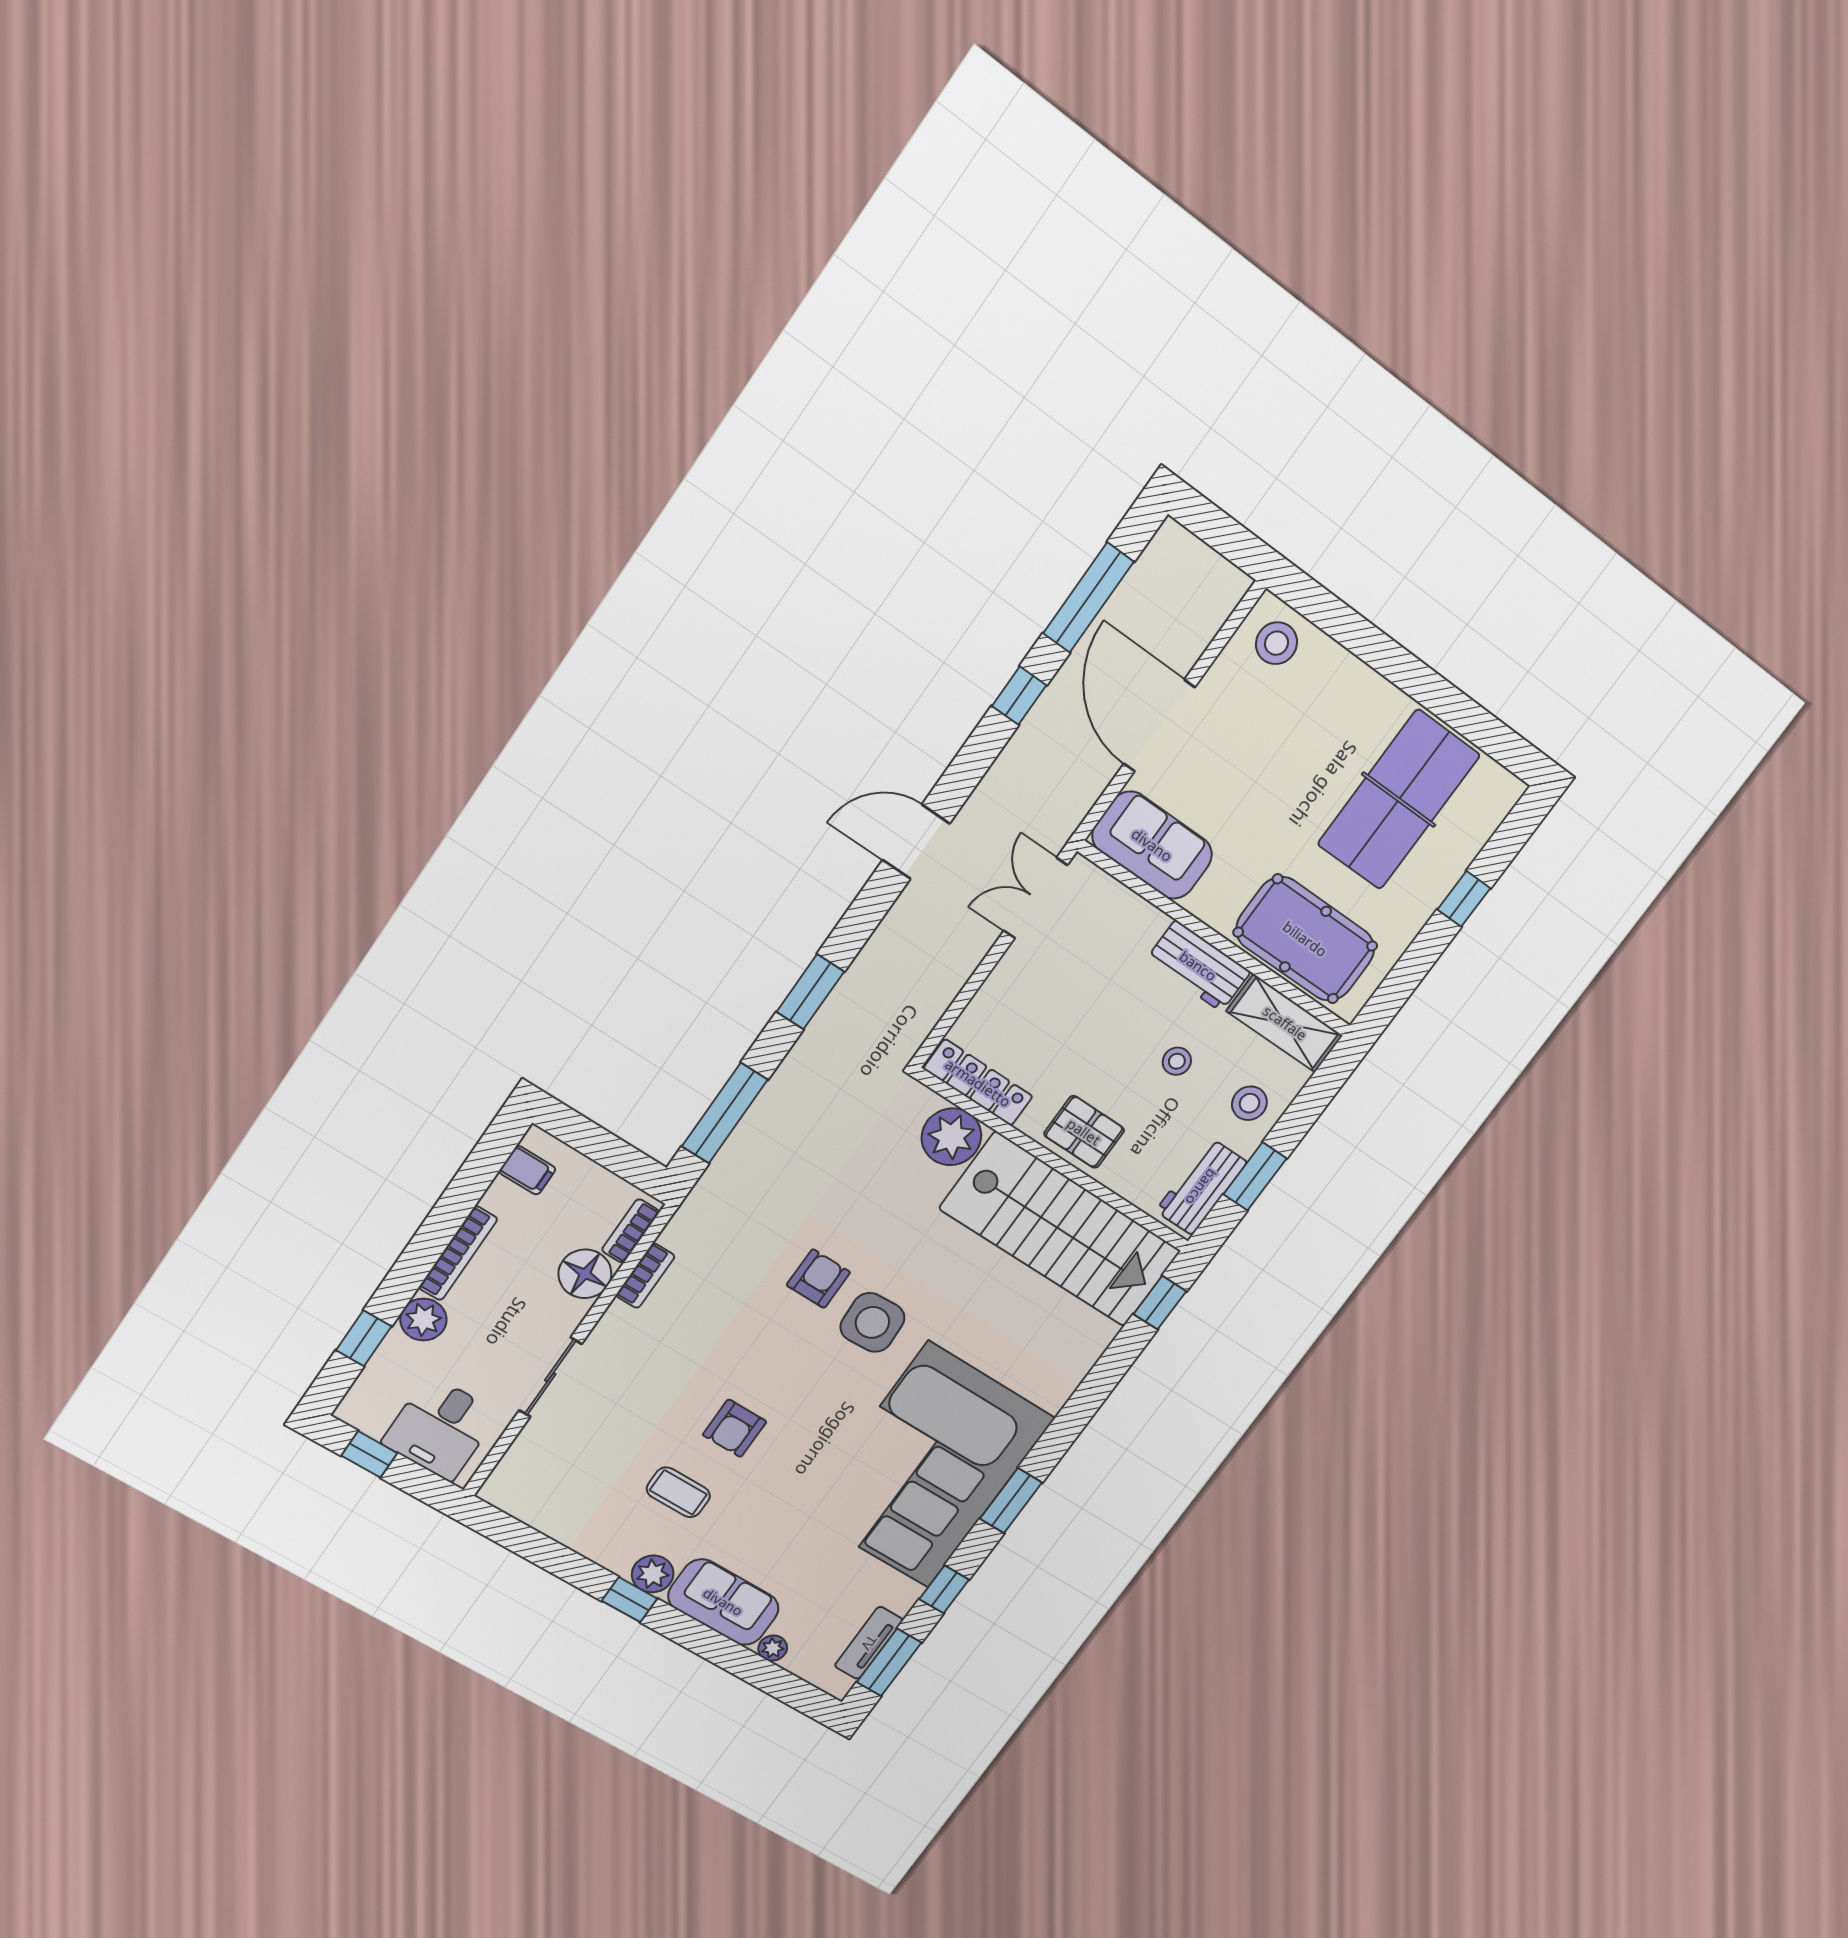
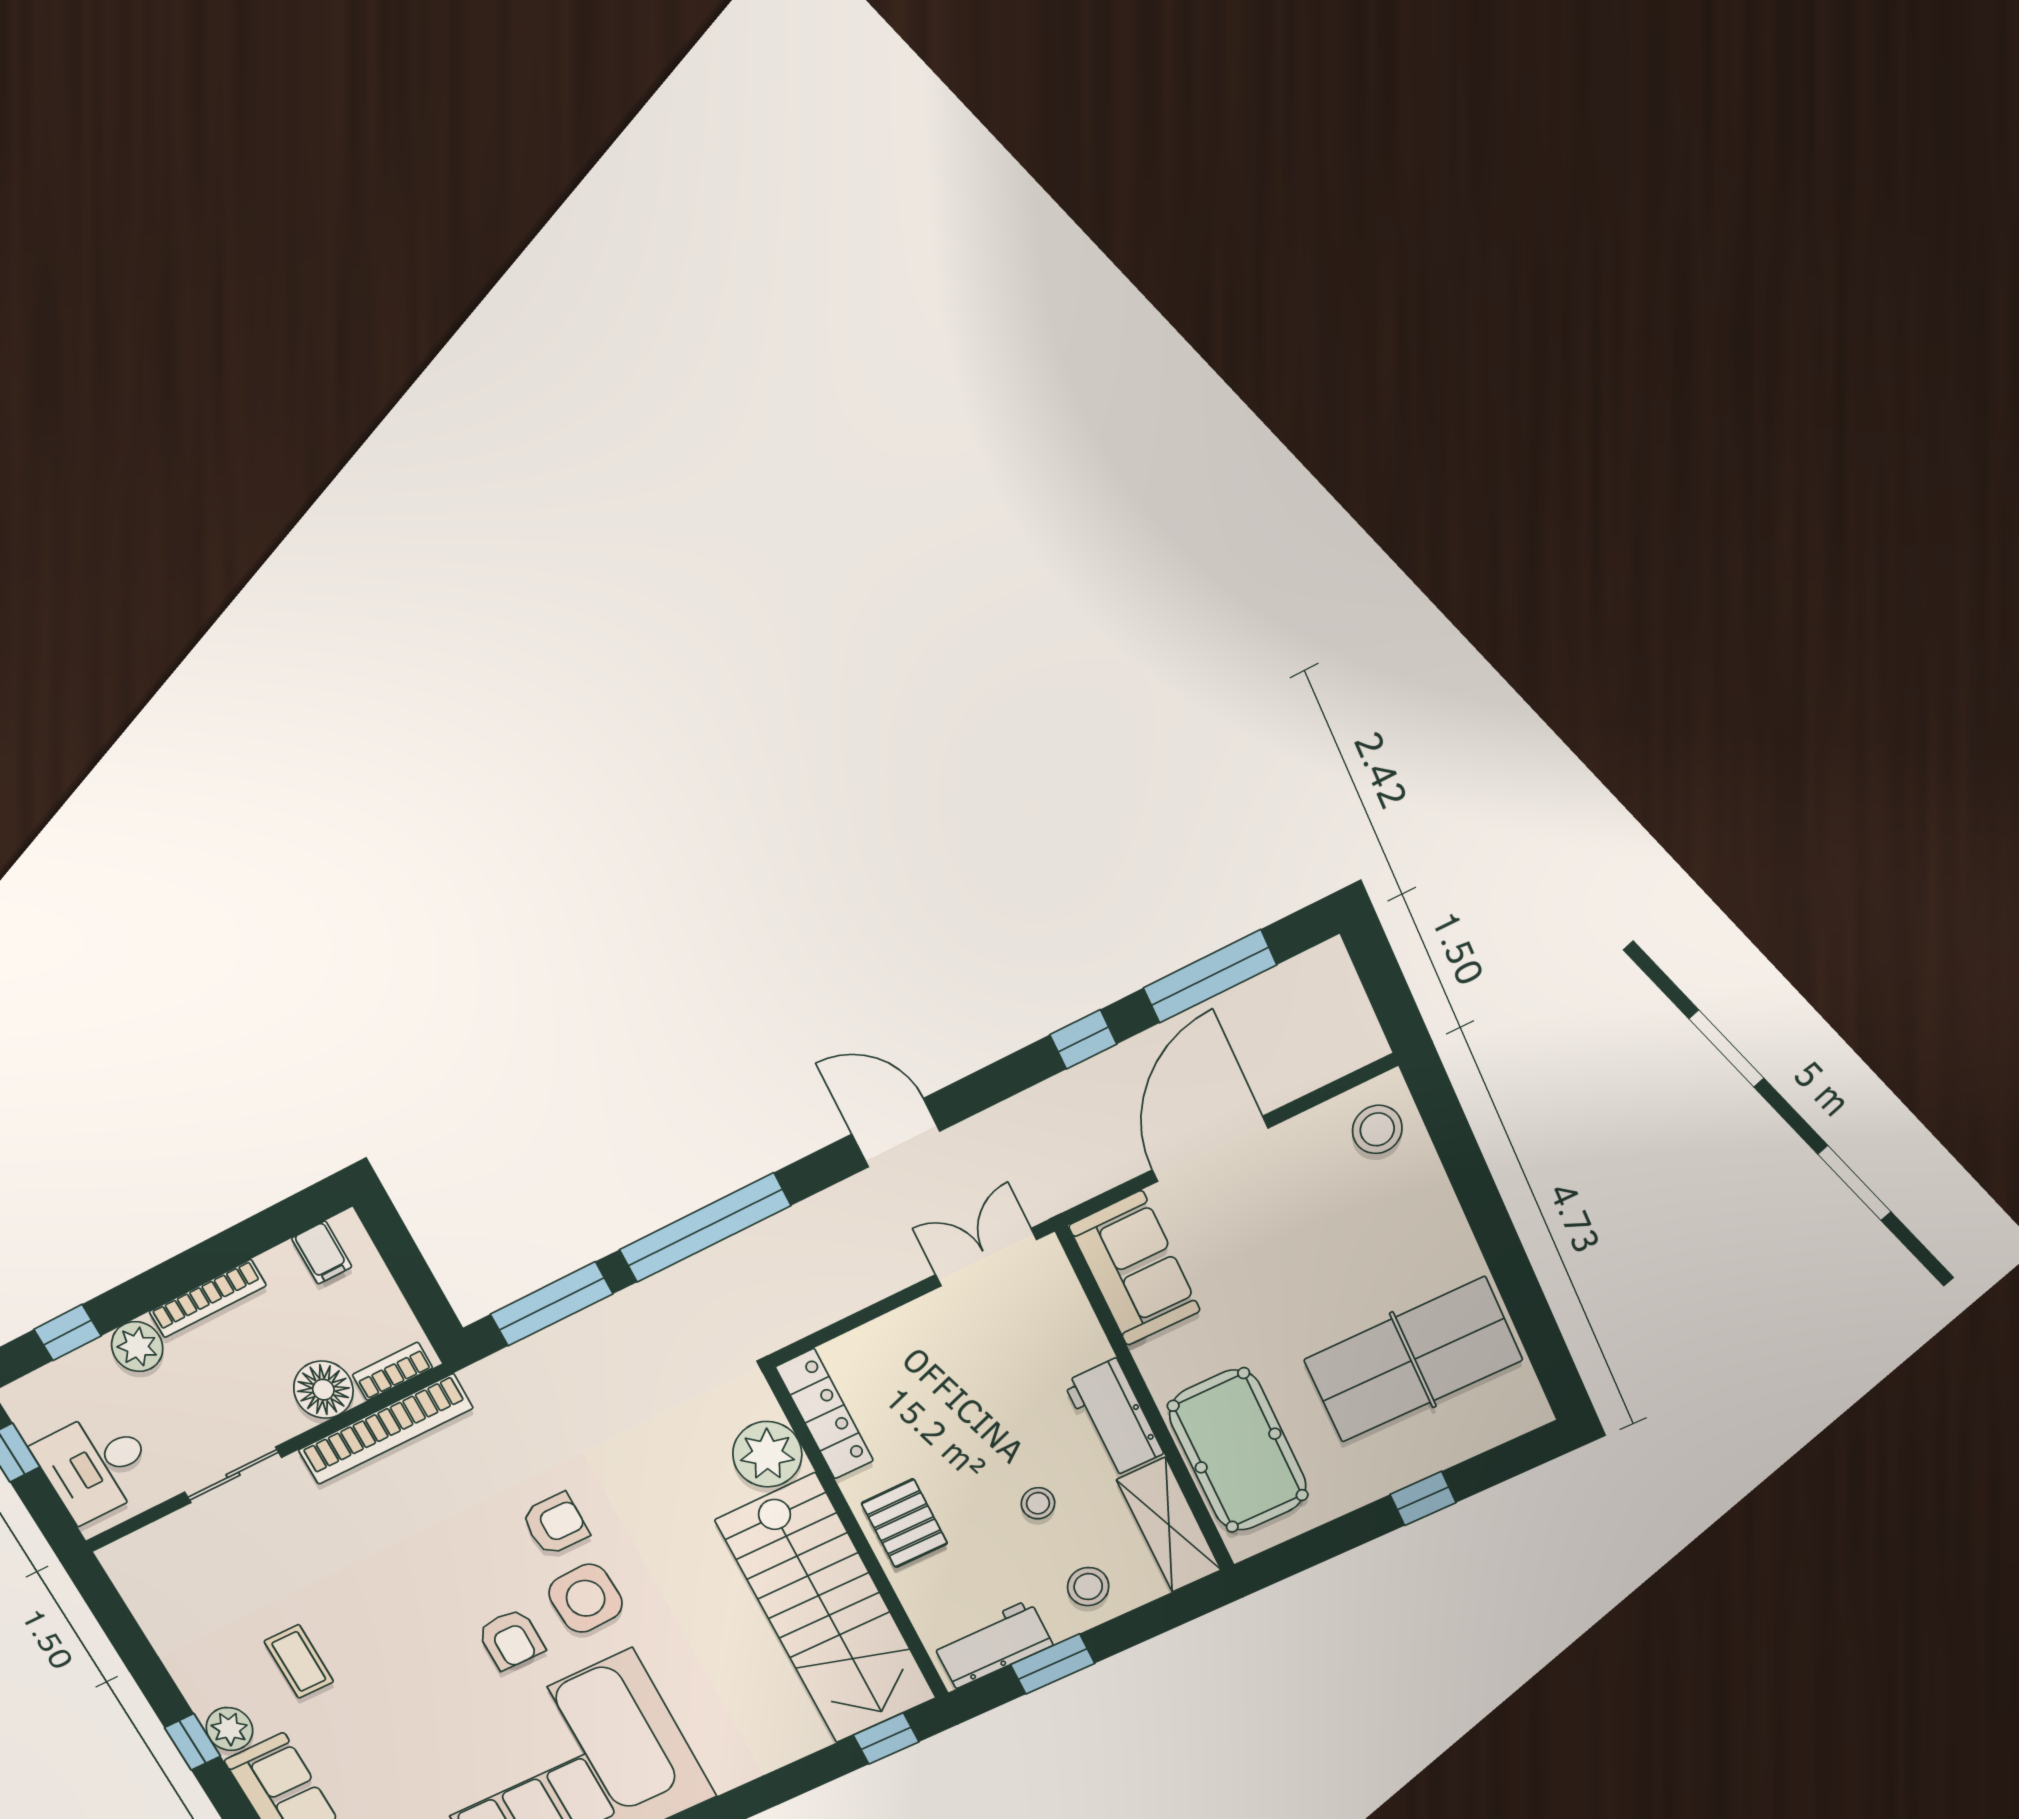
window: (810, 992) -> (705, 1228), width x2.11
bookcase: (645, 1276) -> (385, 1429), width x2.31, depth x1.31
armchair: (735, 1428) -> (511, 1639), moved, turned -90

